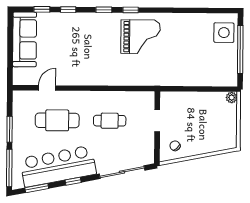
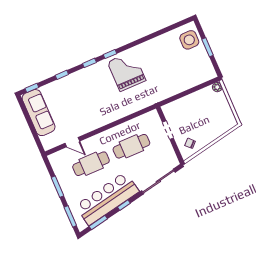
window: (42, 9) -> (32, 88), moved
grand piano: (140, 37) -> (127, 71), turned -90
window: (240, 49) -> (208, 47), width x0.47
door: (47, 88) -> (72, 142), swing flipped
cafe table: (110, 121) -> (131, 146), width x1.37, depth x1.35
window: (9, 168) -> (70, 216), width x0.69

